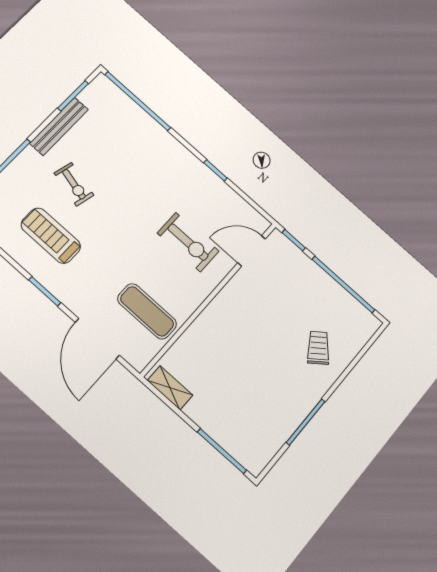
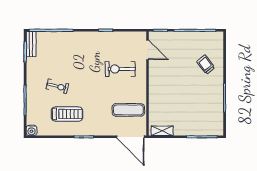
bench: (59, 126) -> (31, 44), moved, width x0.73
treadmill: (51, 236) -> (67, 114), turned 180
exercise bike: (188, 242) -> (120, 69), turned 180
door: (252, 251) -> (148, 50), swing flipped
door: (97, 339) -> (130, 137), moved

